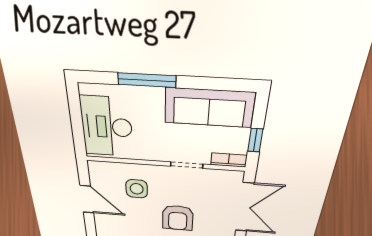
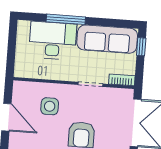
desk: (107, 127) -> (53, 41), moved, turned 90
window: (255, 140) -> (141, 47), moved

